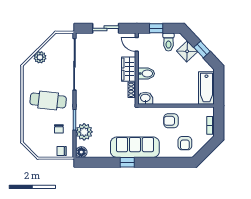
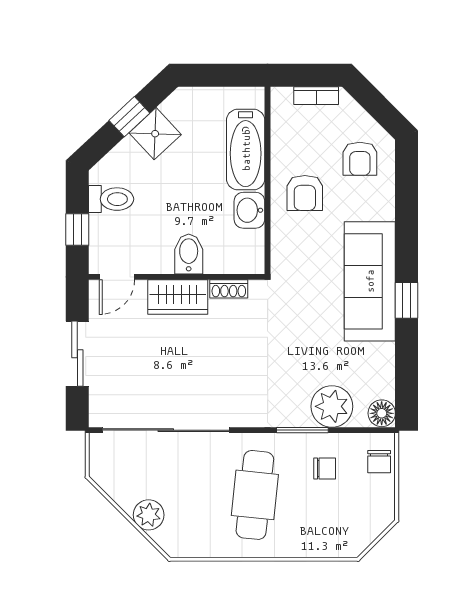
shower: (187, 51) -> (155, 134), moved
bathtub: (206, 88) -> (246, 150), moved, turned 90
washbasin: (145, 98) -> (249, 210), moved
armchair: (185, 143) -> (360, 159), turned 90

